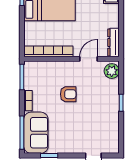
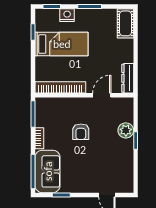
plant: (112, 71) -> (126, 130), moved
armchair: (68, 94) -> (81, 132), turned 90

